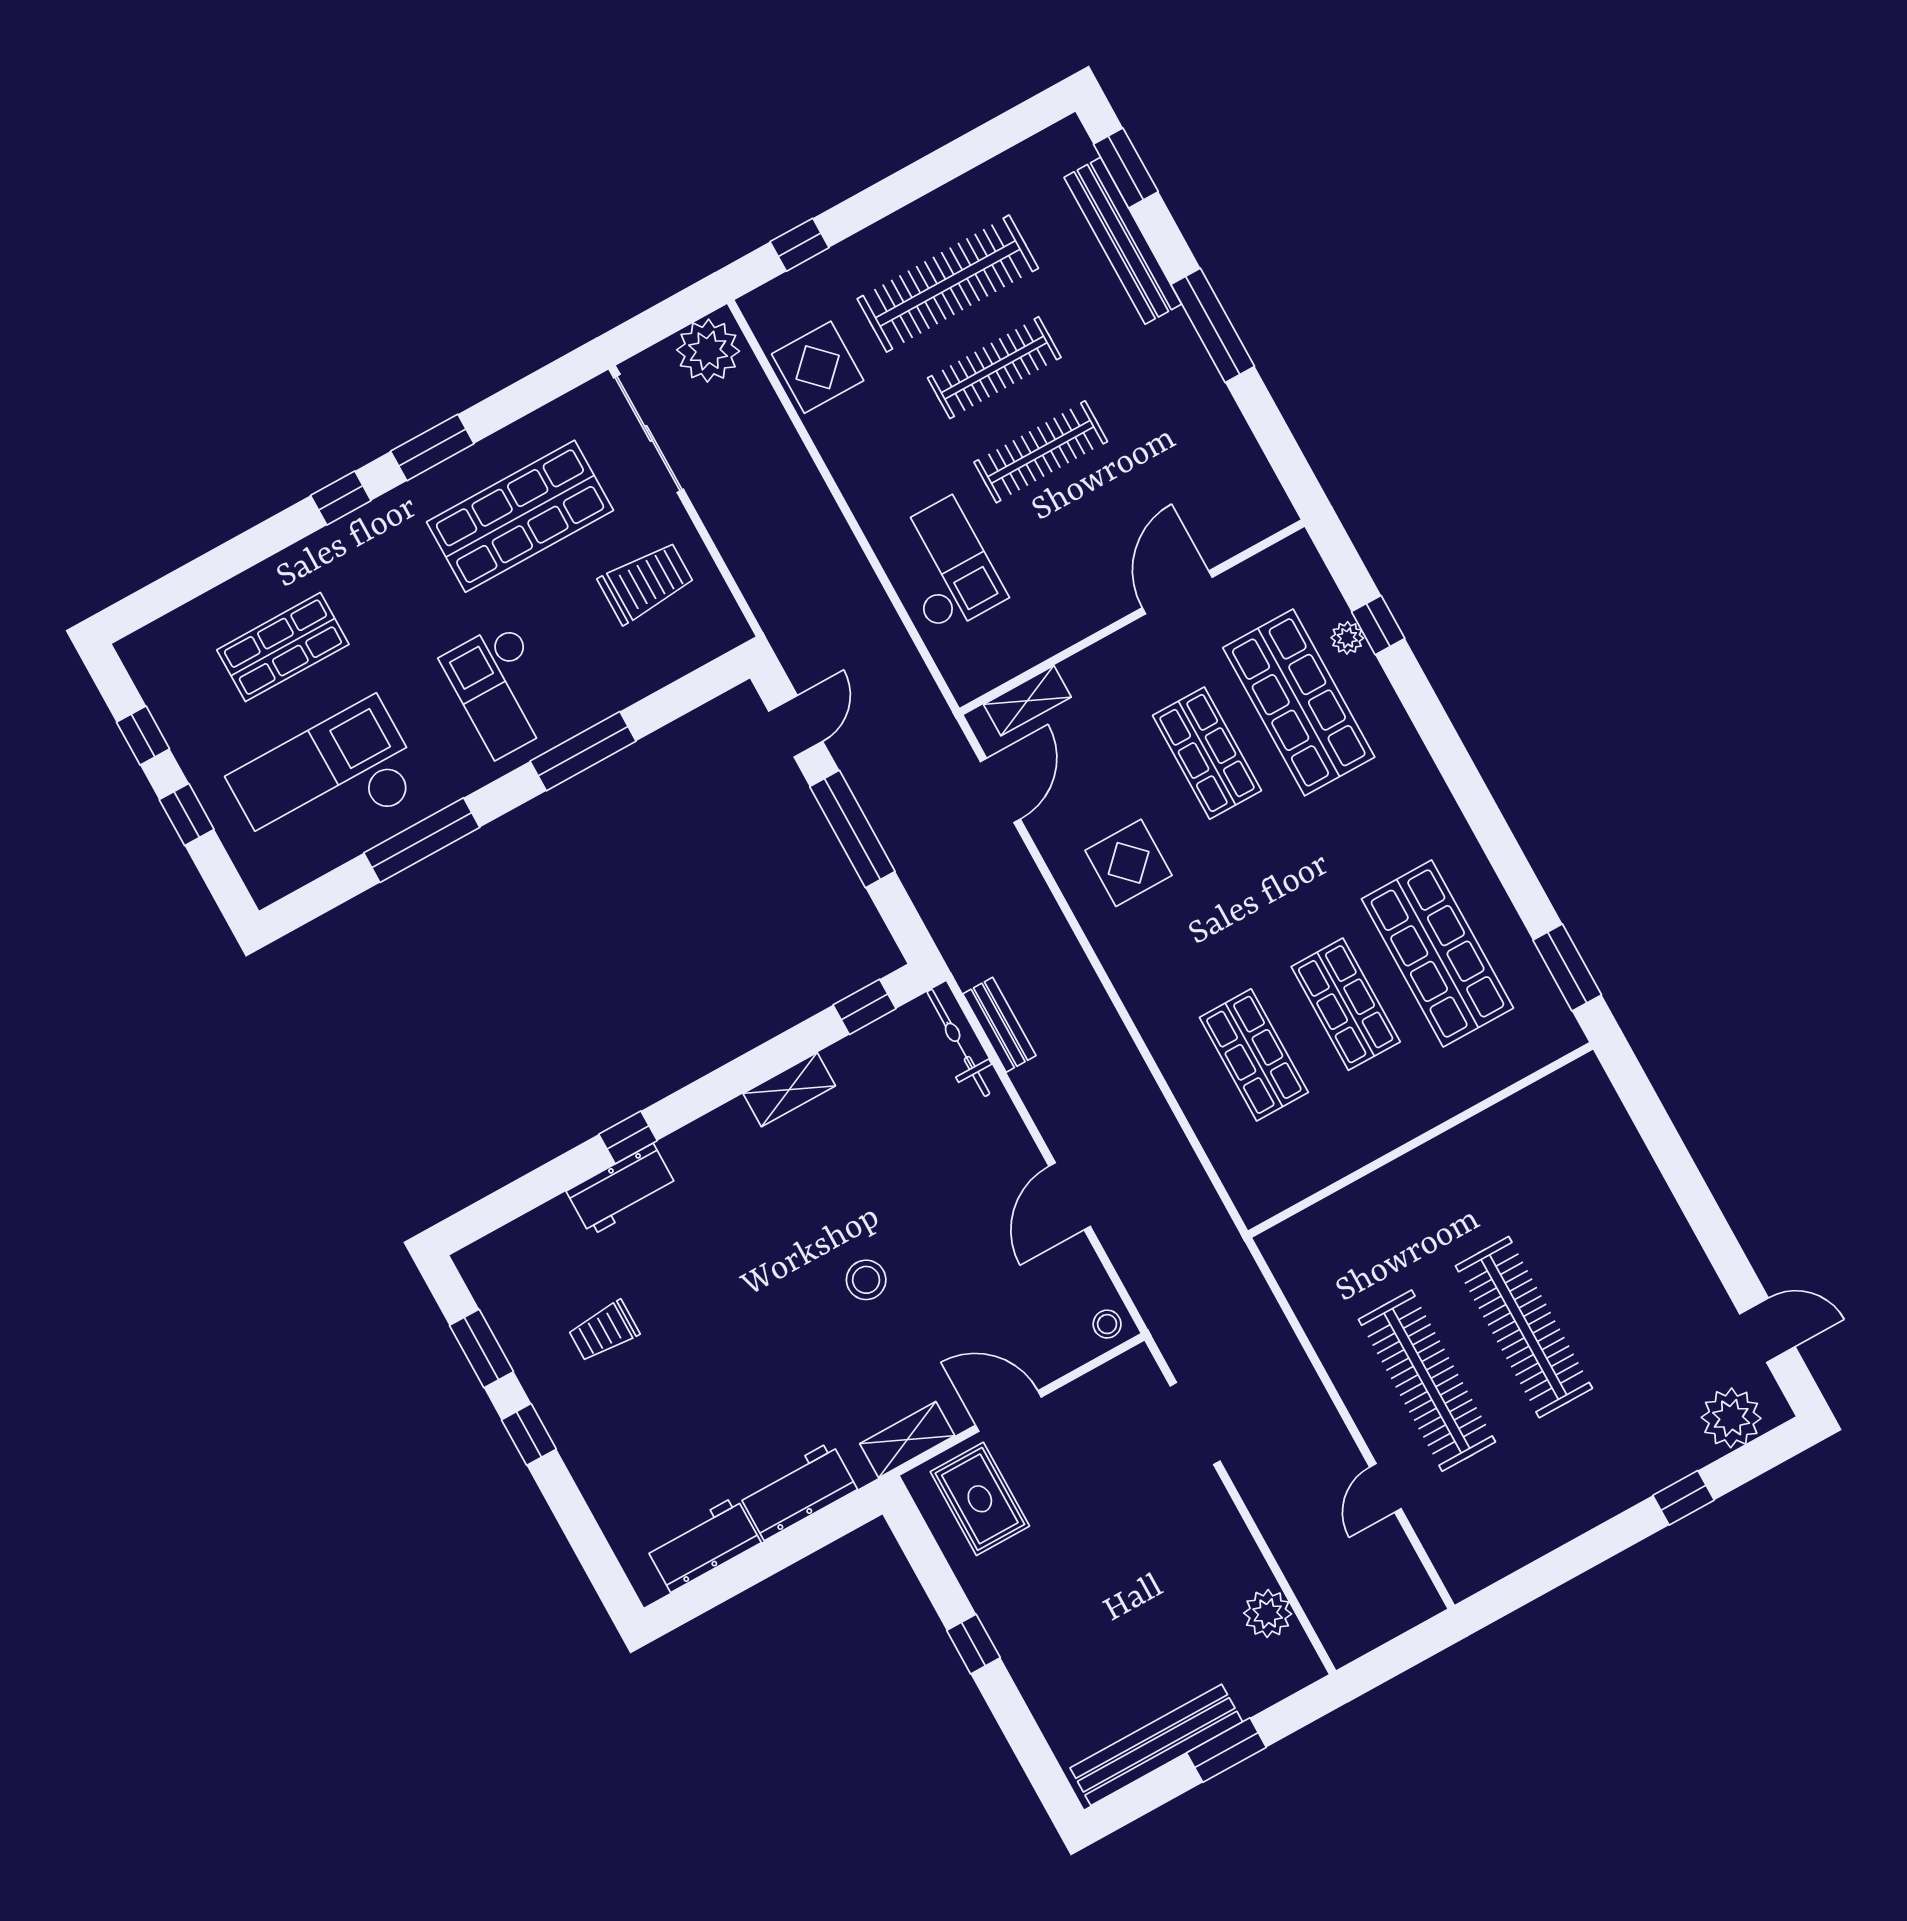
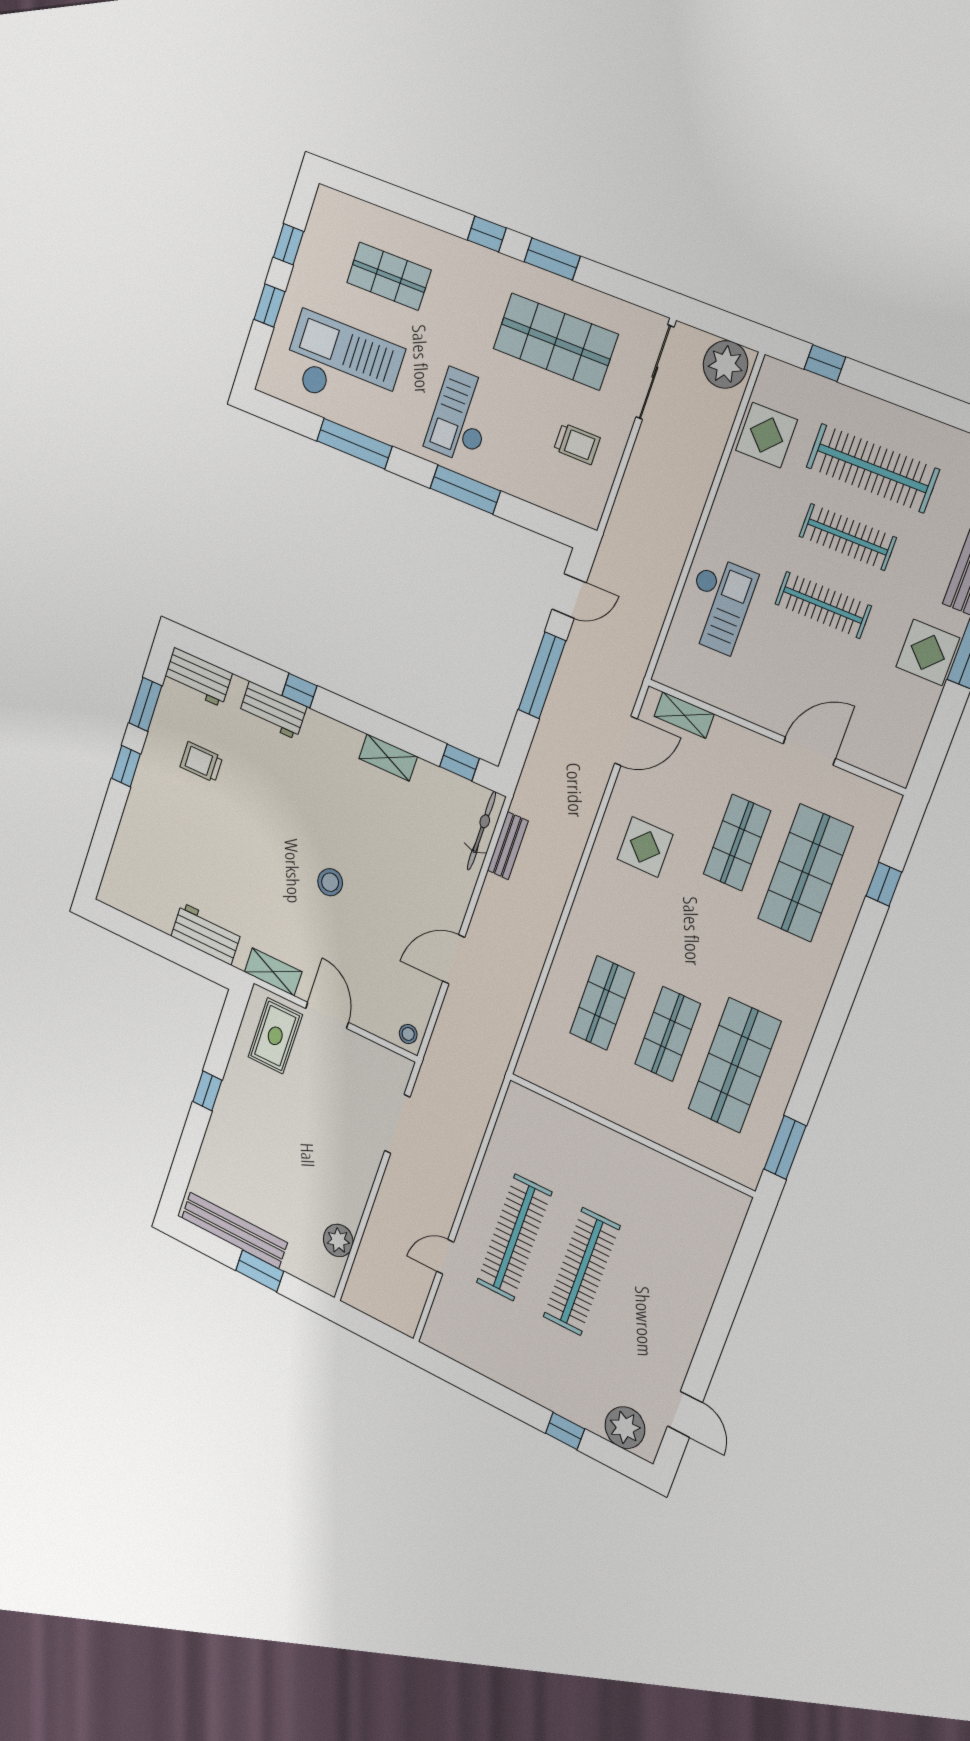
display table: (1181, 381) -> (928, 652), added
trolley: (646, 582) -> (577, 444), width x0.73, depth x0.72
plant: (1347, 638) -> (863, 872), removed
workbench: (703, 1544) -> (198, 677), moved, turned 180

